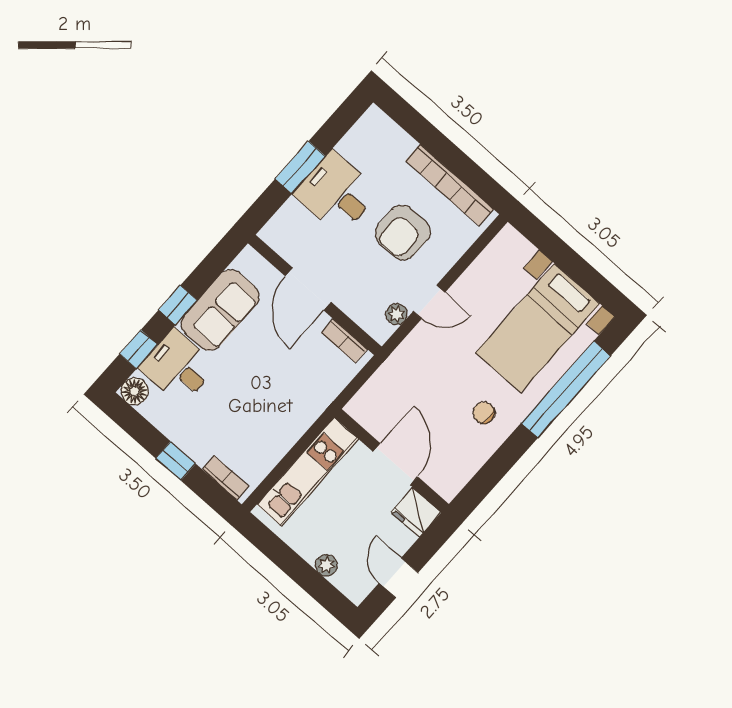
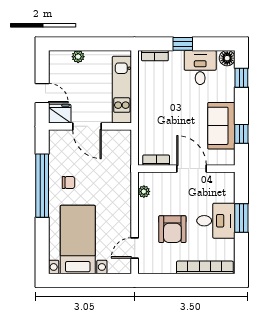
bookcase: (450, 185) -> (205, 267), moved
armchair: (403, 232) -> (172, 229), turned 180
door: (429, 302) -> (135, 248), moved
window: (178, 305) -> (241, 134), moved
desk: (178, 367) -> (200, 68), moved, turned -90
window: (566, 389) -> (42, 186), moved
door: (398, 578) -> (42, 93), moved

